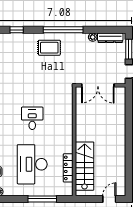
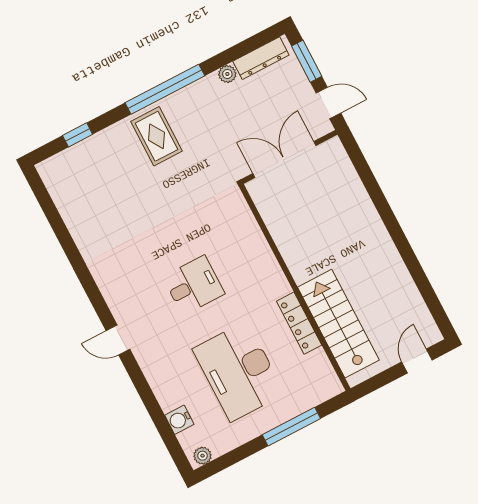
rug: (49, 48) -> (156, 136), turned 90
double door: (98, 85) -> (284, 159), swing flipped
desk: (32, 118) -> (194, 285), turned 90
locker: (68, 168) -> (299, 323), moved

